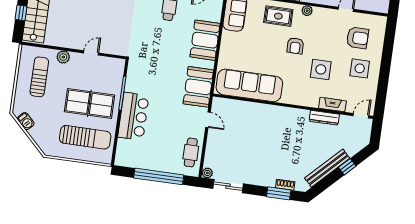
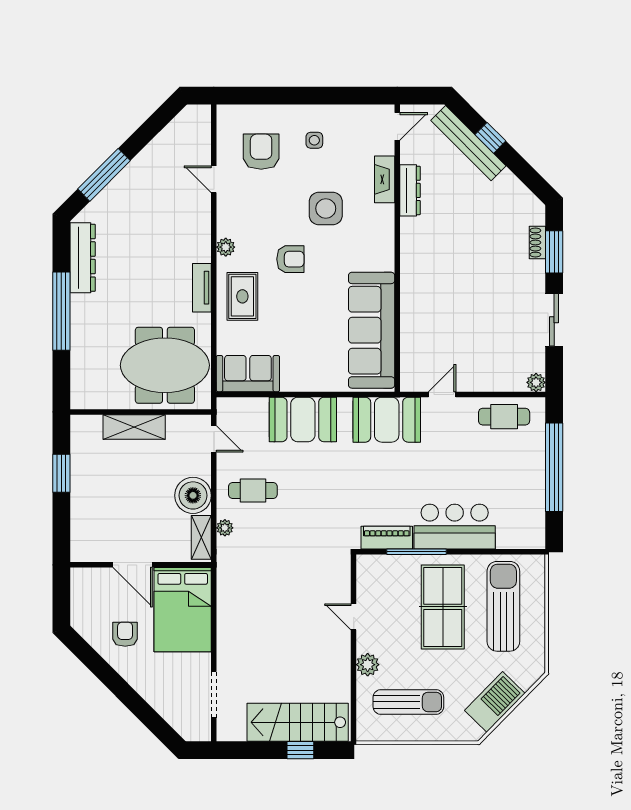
side table: (360, 68) -> (314, 140), width x0.54, depth x0.54
sun lounger: (39, 77) -> (408, 702), turned 180
piano: (133, 78) -> (387, 538), added
door: (361, 116) -> (397, 126), swing flipped
barbecue: (26, 121) -> (495, 702), width x1.88, depth x1.53
bench: (327, 168) -> (468, 143), moved
sliding door: (228, 186) -> (554, 320), moved

